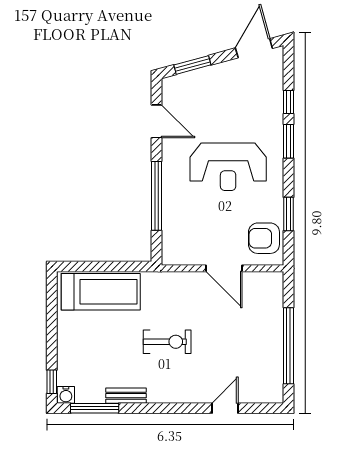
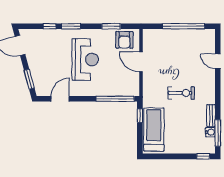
window: (157, 196) -> (115, 99), moved
window: (126, 266) -> (140, 116), added
door: (224, 268) -> (141, 62), swing flipped
exercise bike: (167, 342) -> (181, 93), turned 90
water cooler: (66, 395) -> (210, 132), moved

